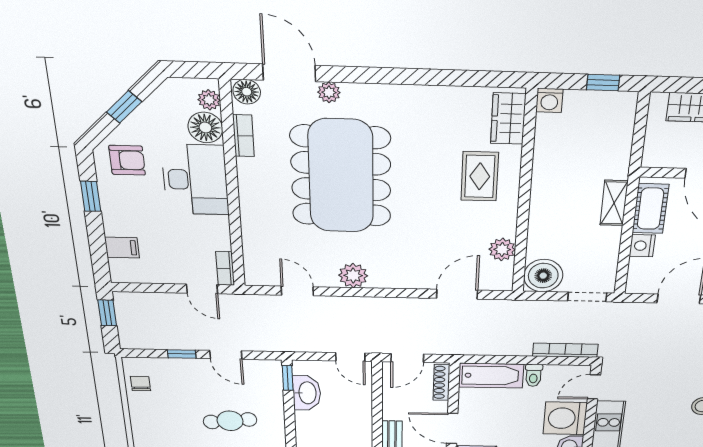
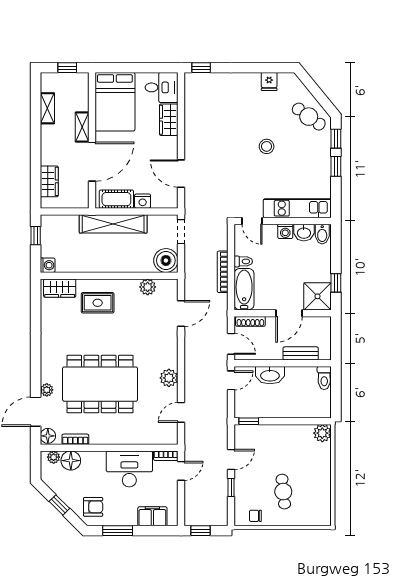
armchair: (127, 160) -> (93, 507), turned 90
desk: (195, 180) -> (129, 469), moved
window: (91, 196) -> (118, 531), width x1.50
shelving: (614, 203) -> (113, 224), width x2.20, depth x1.33
filing cabinet: (122, 248) -> (152, 516), width x2.00
door: (457, 294) -> (181, 313), swing flipped
bookcase: (565, 350) -> (223, 272), moved
washbasin: (307, 393) -> (270, 375), moved, turned 180
washing machine: (565, 418) -> (285, 231), width x0.53, depth x0.53
cafe table: (230, 421) -> (283, 492), moved

